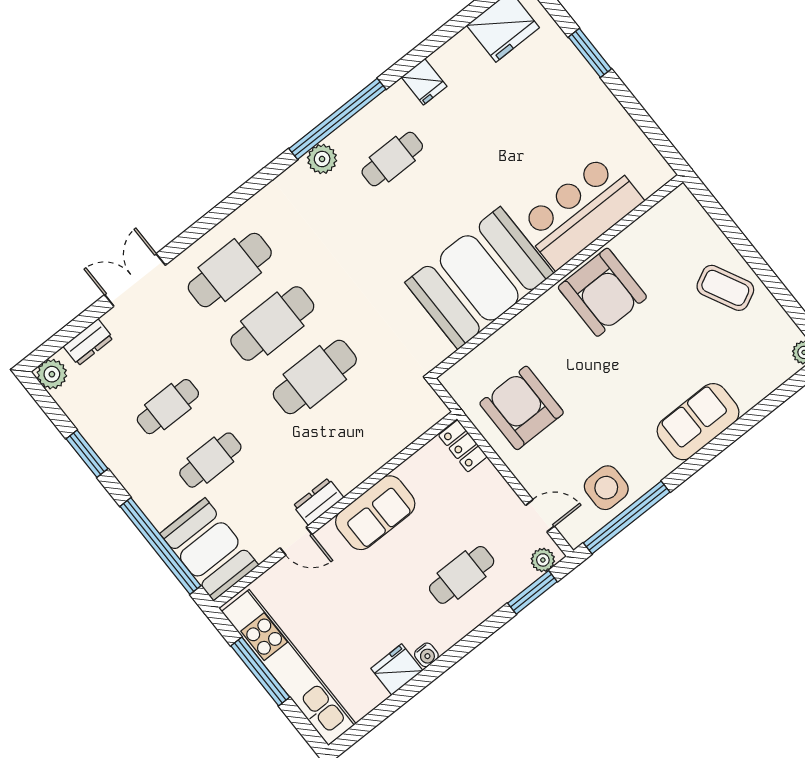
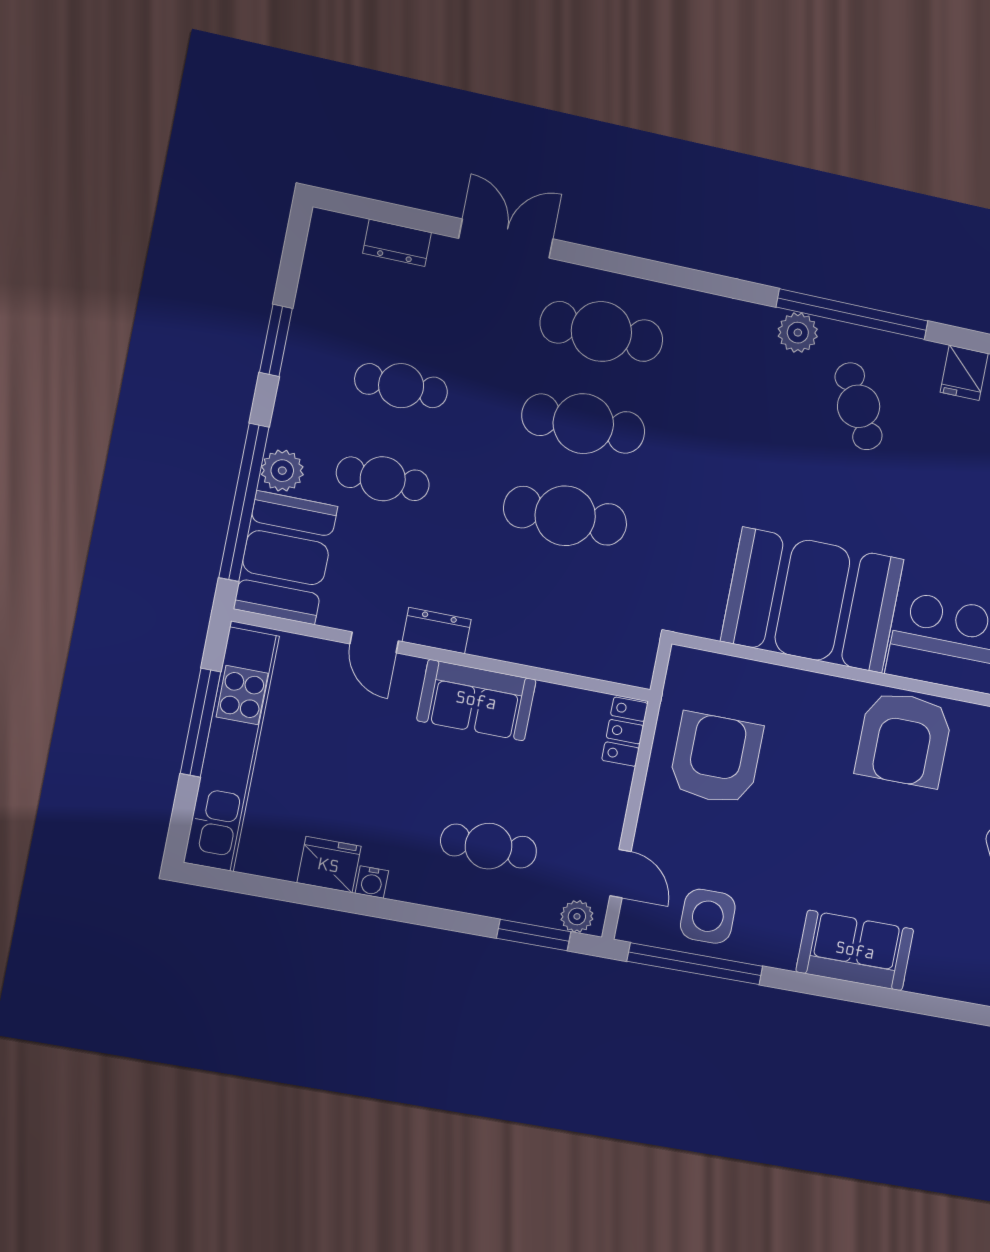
cafe table: (392, 159) -> (859, 406), turned 62
plant: (52, 374) -> (282, 471), moved

